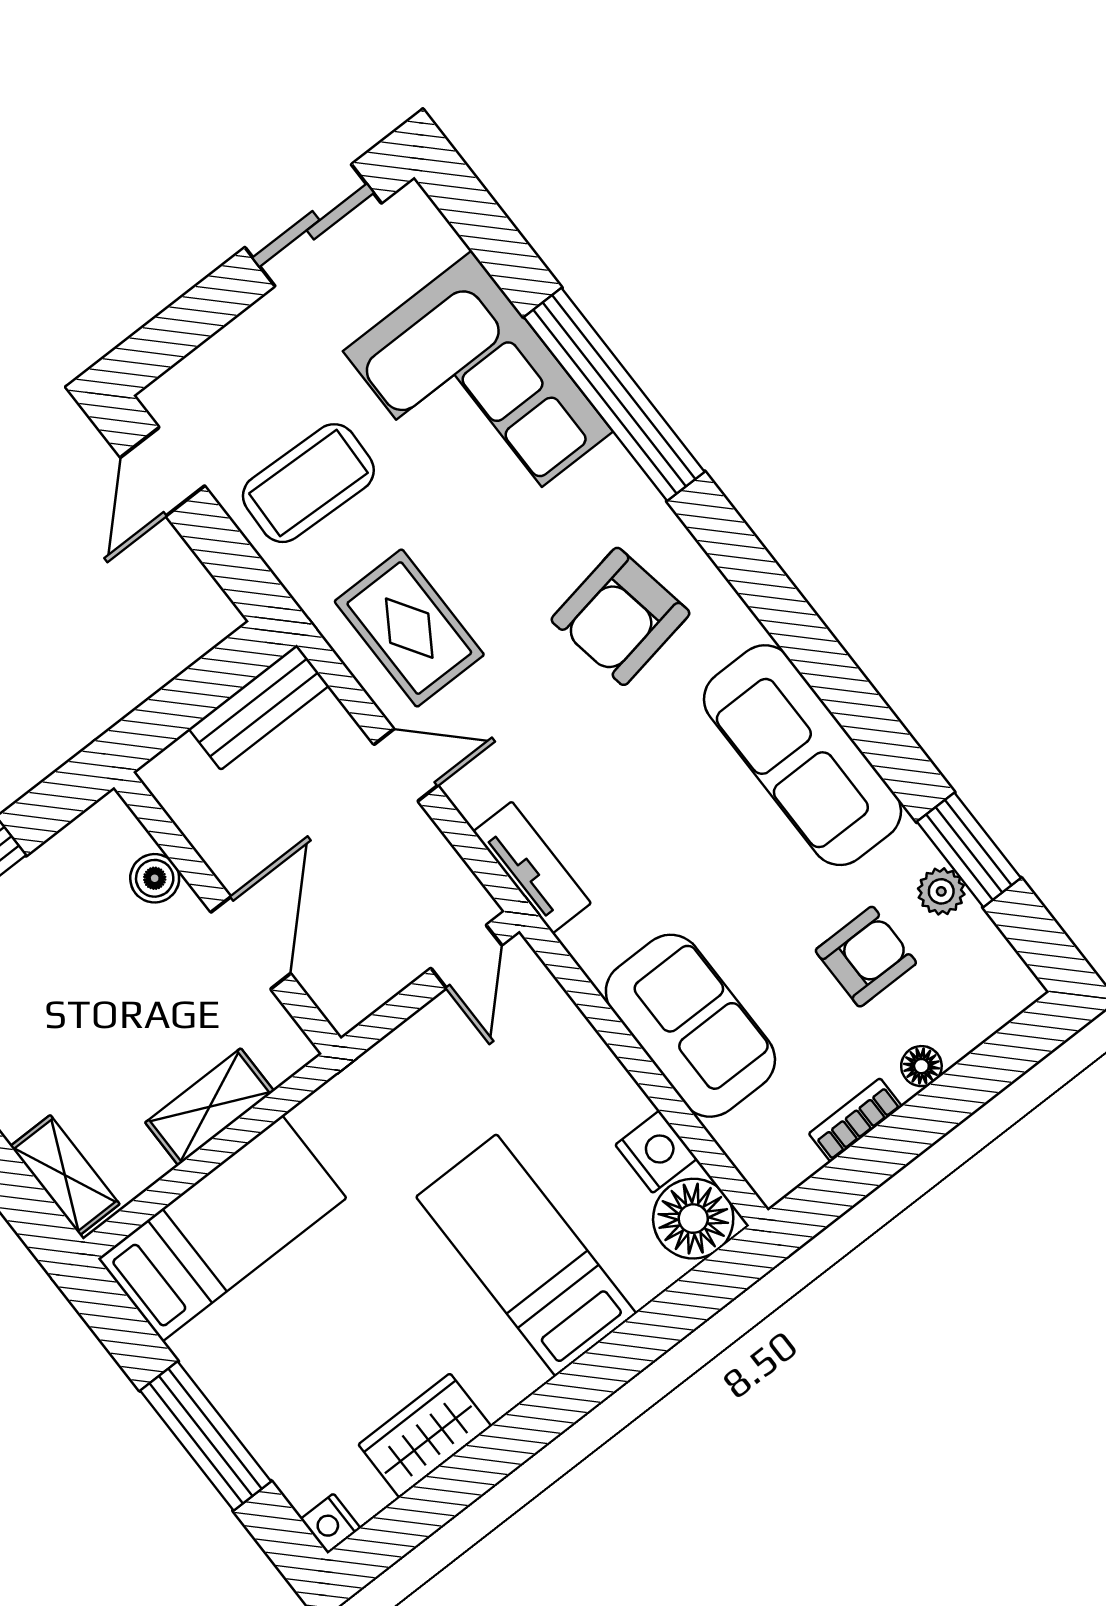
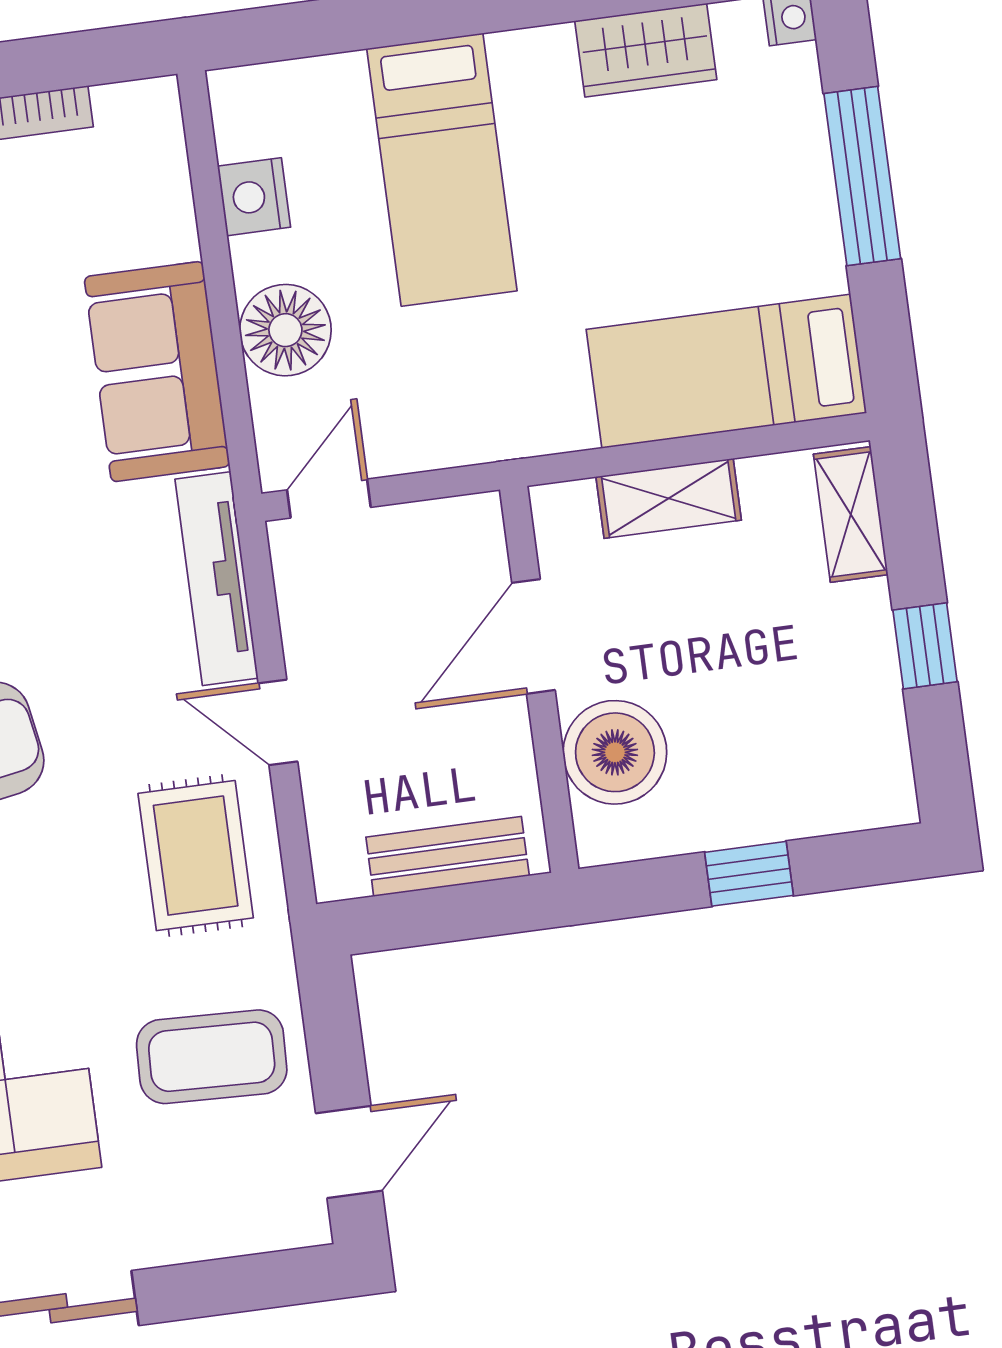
bench: (259, 707) -> (448, 856), moved
tv unit: (532, 867) -> (217, 579), width x1.41
boiler: (155, 878) -> (615, 752), width x1.86, depth x1.86
sofa: (690, 1026) -> (157, 372), moved
floor lamp: (693, 1219) -> (285, 330), moved

